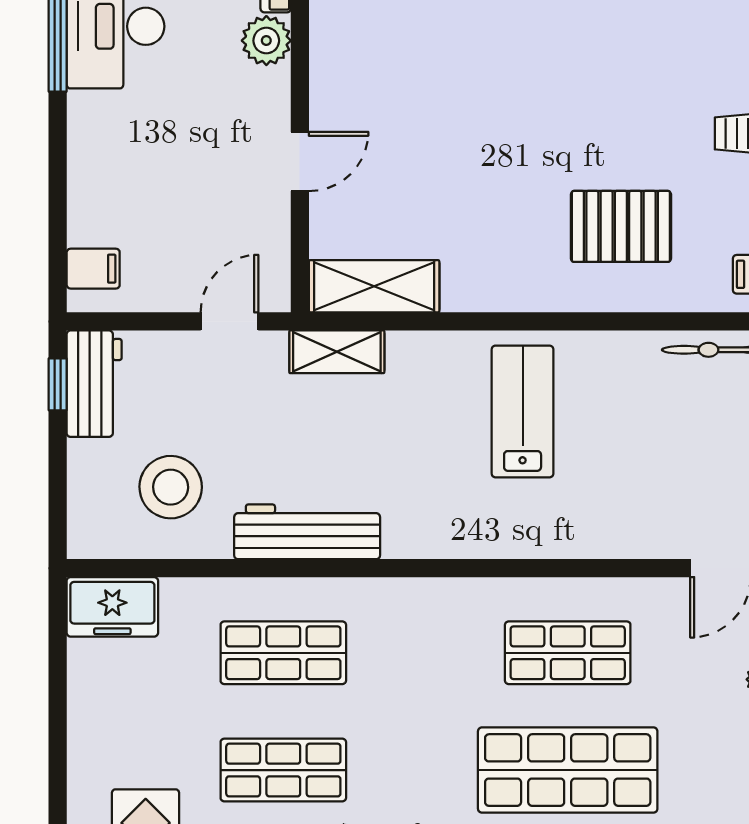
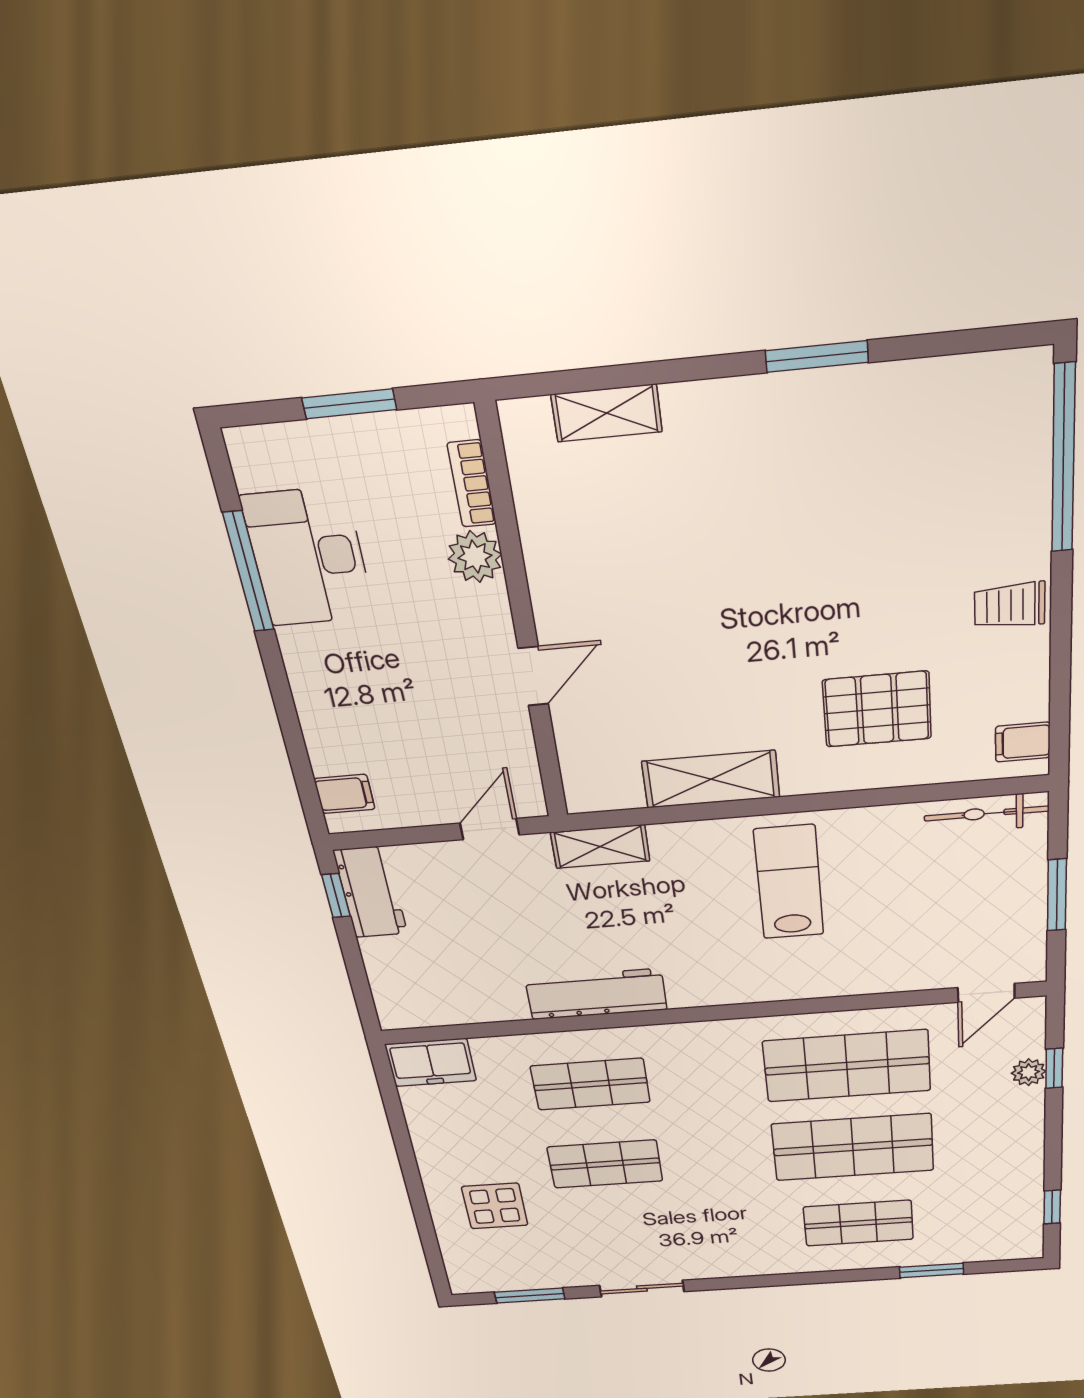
shelving: (374, 286) -> (711, 779), moved
stool: (171, 487) -> (463, 969), removed
shop shelf: (568, 653) -> (847, 1066), width x1.43, depth x1.36

